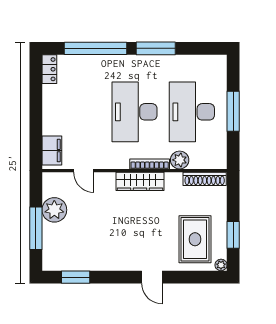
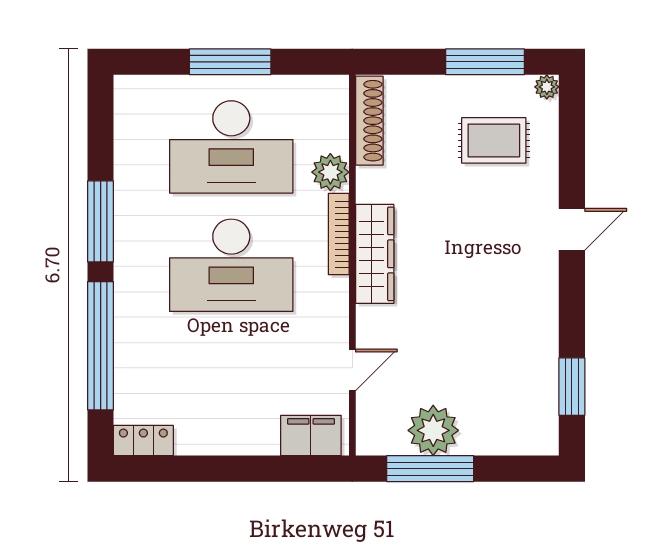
window: (36, 228) -> (430, 469), moved
window: (233, 235) -> (485, 62), width x1.44
rug: (195, 239) -> (494, 140), width x0.73, depth x0.70

